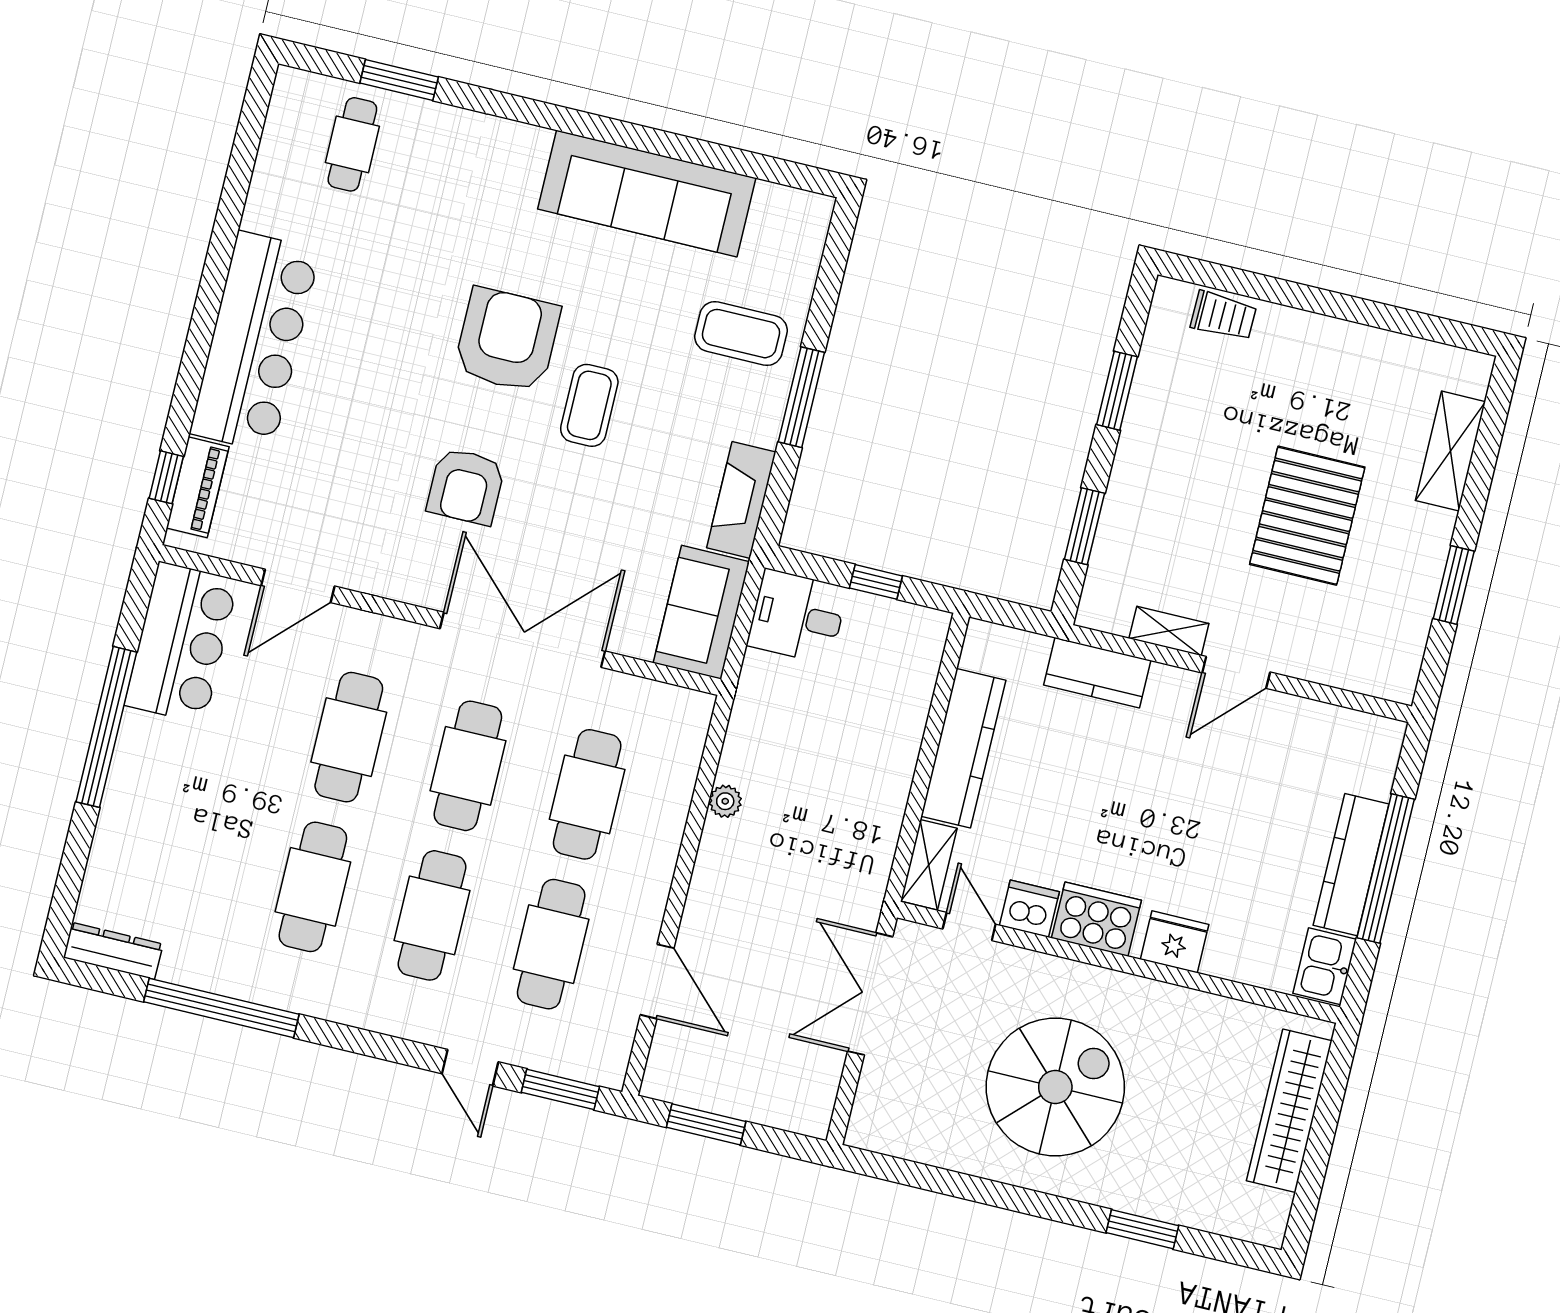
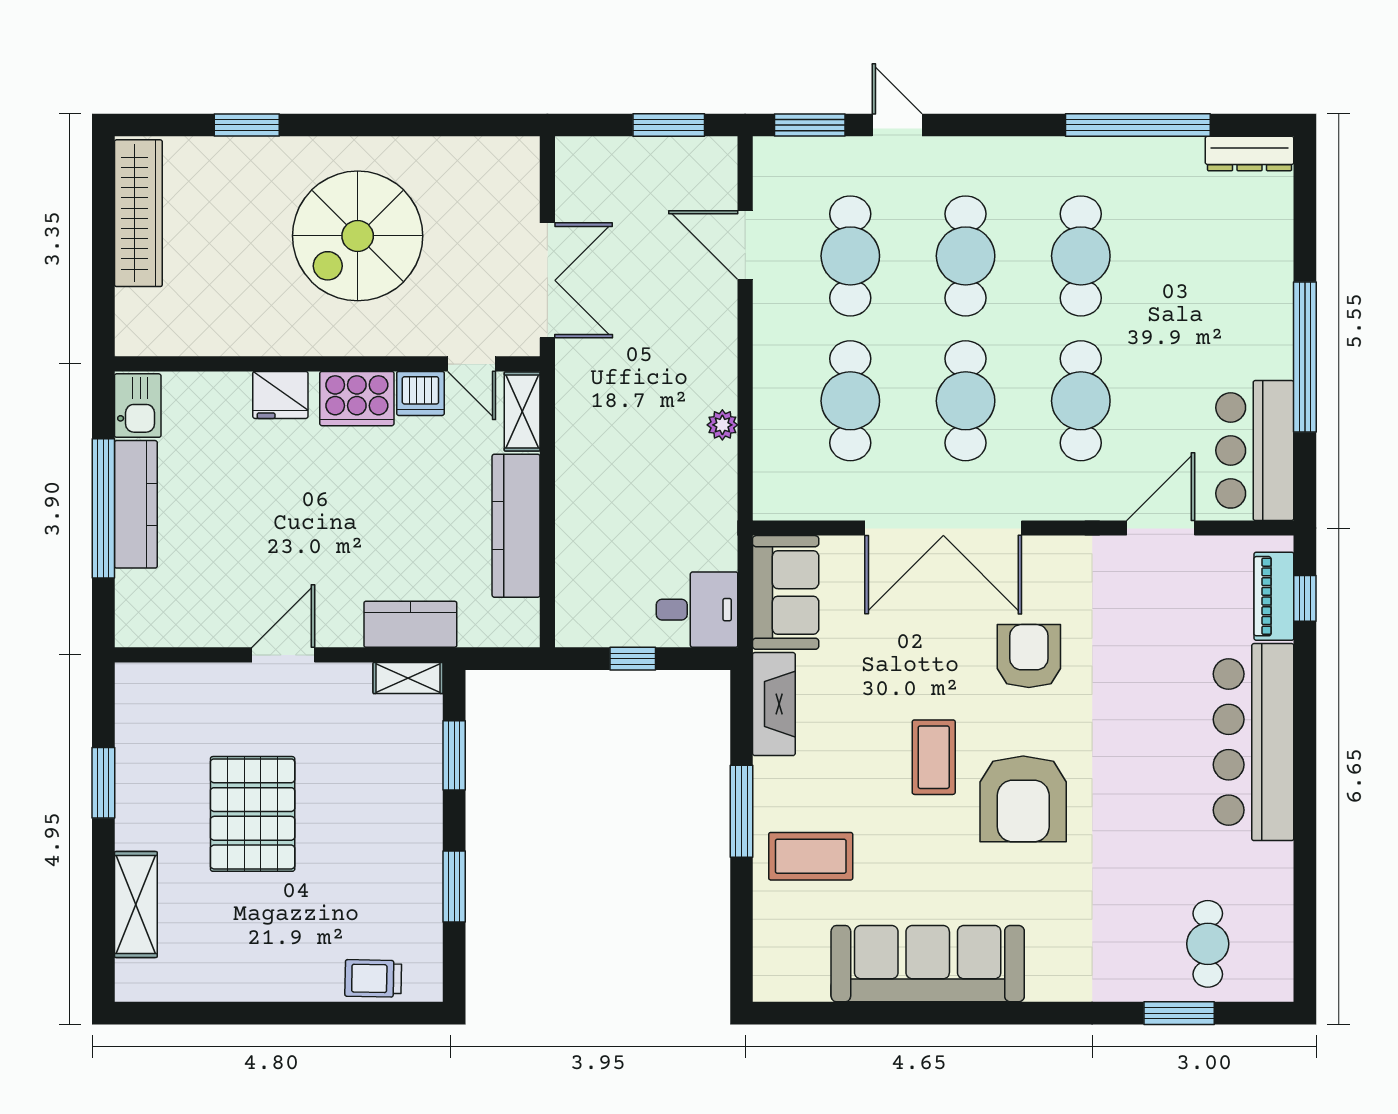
shelving: (1169, 631) -> (408, 678), moved
wardrobe: (1289, 1111) -> (138, 213), moved

